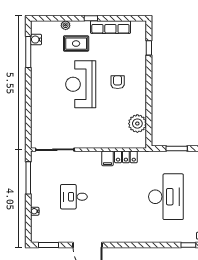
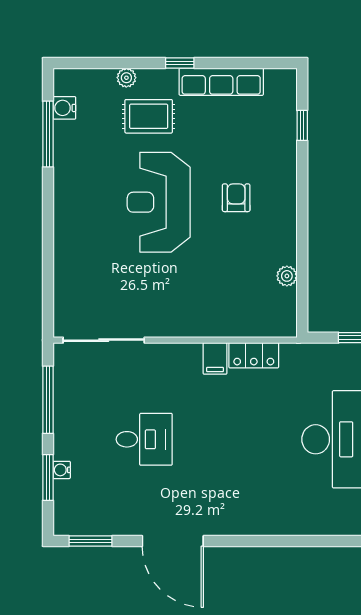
plant: (137, 124) -> (287, 276), width x0.53, depth x0.53
desk: (74, 197) -> (144, 439), turned 180
window: (28, 215) -> (48, 478), added

